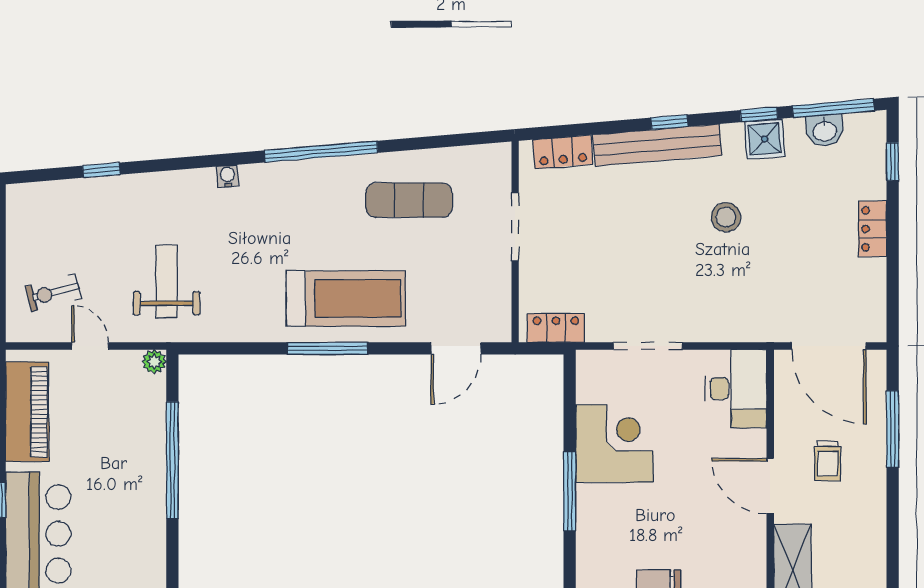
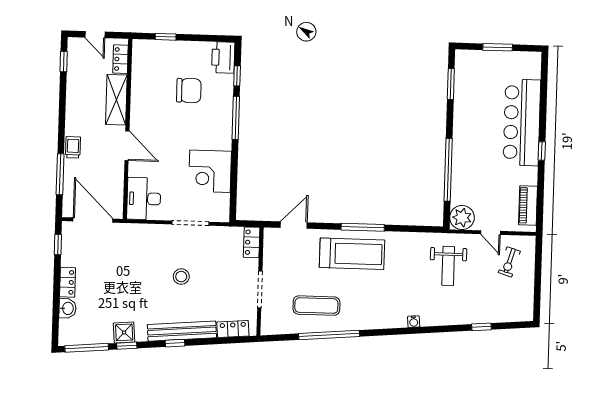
washbasin: (825, 131) -> (67, 308), moved, turned 95
window: (321, 152) -> (329, 335), moved
window: (893, 162) -> (58, 245), moved
stool: (726, 217) -> (181, 277), moved
exercise bike: (53, 293) -> (509, 262), turned 122
treadmill: (346, 299) -> (352, 254), turned 180
locker: (556, 328) -> (252, 242), moved, turned 90
plant: (154, 362) -> (462, 218), width x1.87, depth x1.87
piano: (27, 412) -> (528, 205), width x0.73, depth x0.75
trolley: (828, 461) -> (73, 147), moved
window: (570, 491) -> (236, 118), moved

